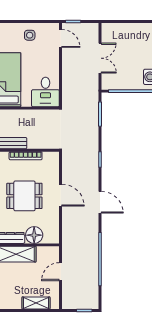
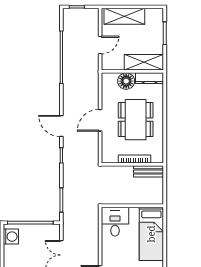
door: (61, 195) -> (100, 120), hinge flipped
dining table: (24, 196) -> (136, 120), width x1.37
door: (100, 202) -> (61, 126), moved
shelving: (36, 303) -> (124, 16), width x1.50, depth x1.33

